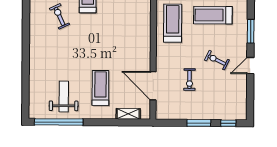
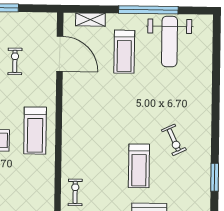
weight bench: (64, 97) -> (169, 41), width x1.36, depth x1.33
window: (59, 122) -> (148, 10), moved

